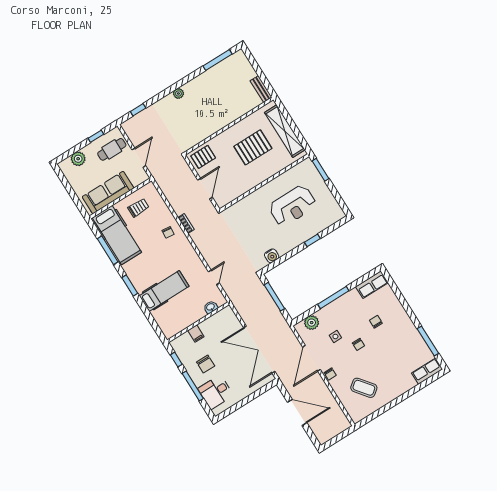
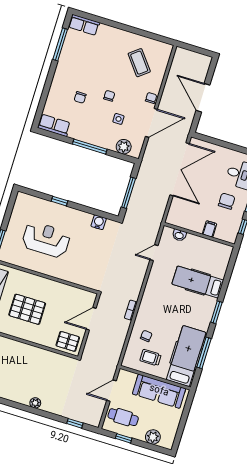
chair: (168, 232) -> (146, 336), moved

